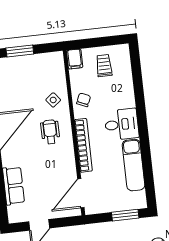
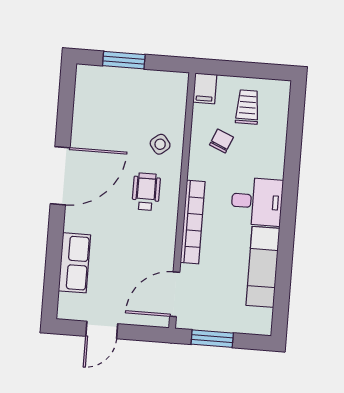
chair: (84, 100) -> (221, 141), moved
window: (125, 215) -> (212, 339), moved

